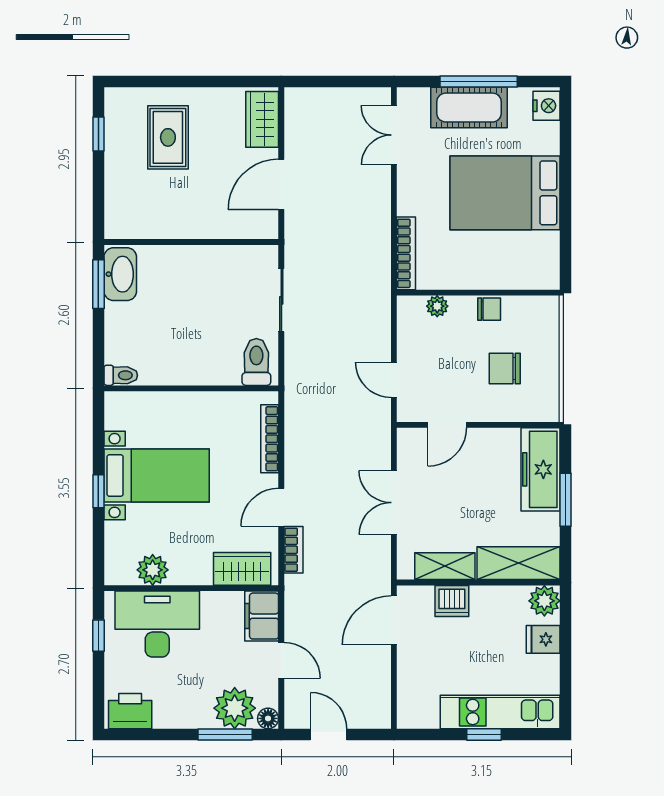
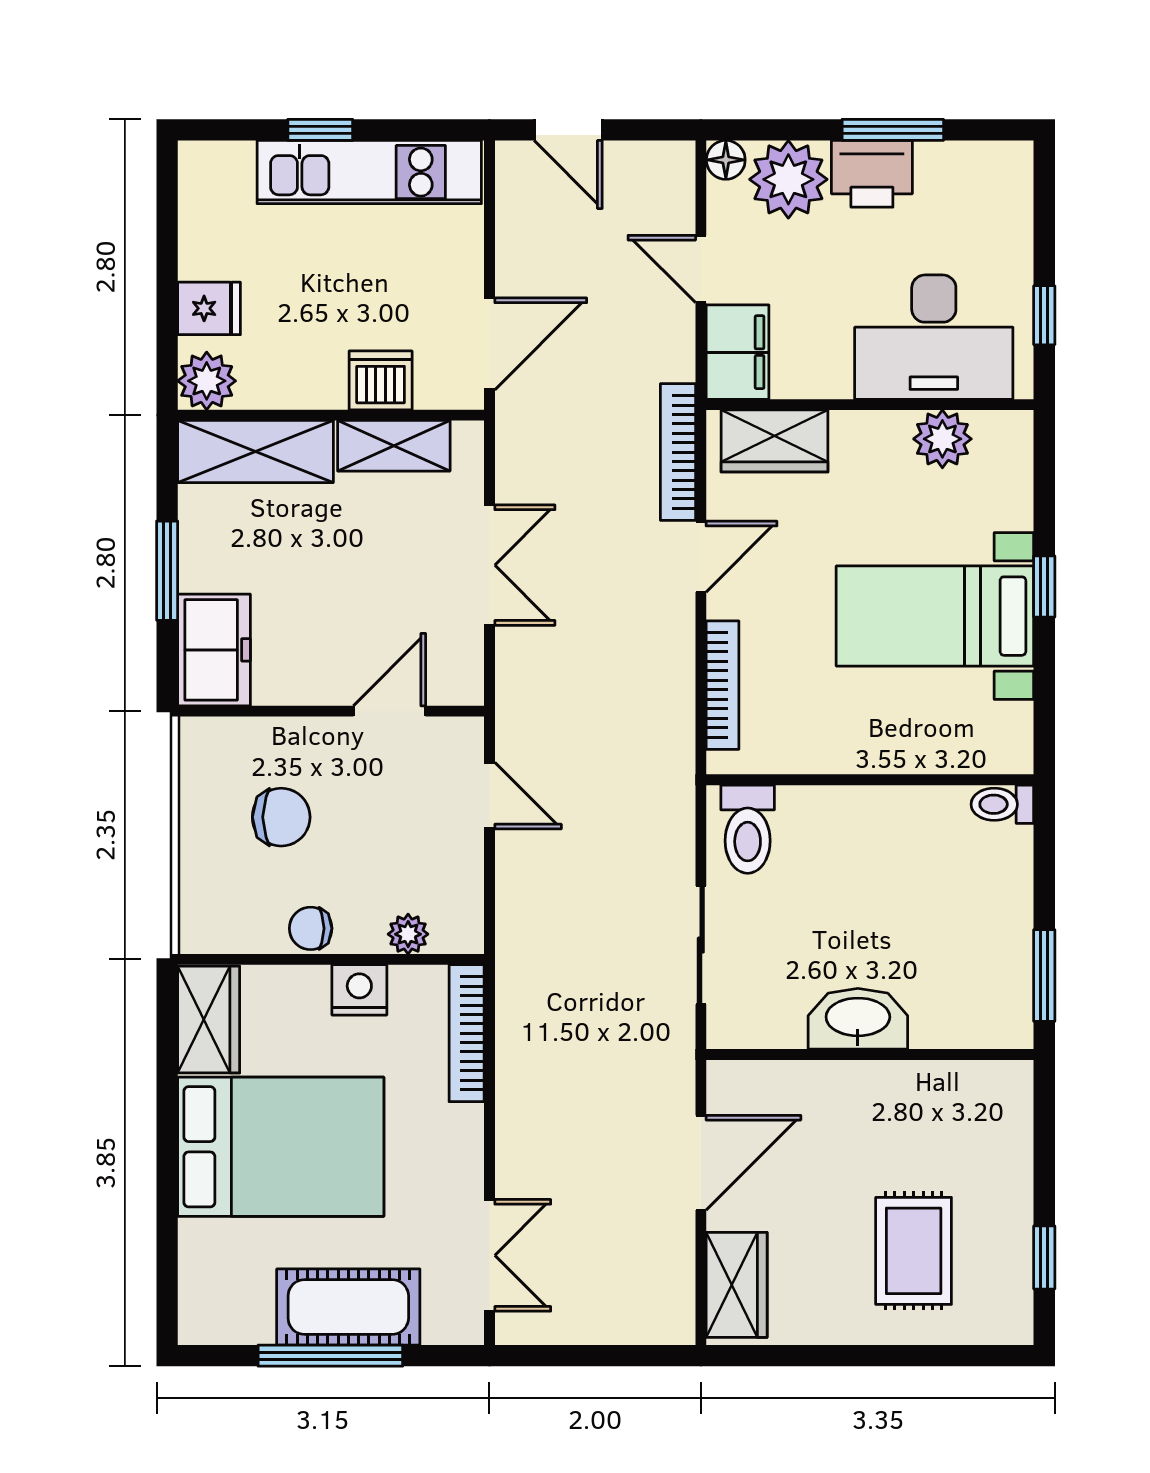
nightstand: (546, 106) -> (359, 990), moved, turned 90
wardrobe: (543, 261) -> (209, 1020), added
washbasin: (120, 274) -> (858, 1019), moved, turned 90
freezer: (541, 469) -> (214, 650), width x0.71
bookcase: (293, 550) -> (678, 452), width x1.56
printer: (130, 711) -> (872, 174), moved
kitchen unit: (500, 712) -> (369, 172), moved
window: (225, 734) -> (893, 130), moved
door: (329, 734) -> (568, 130), moved

